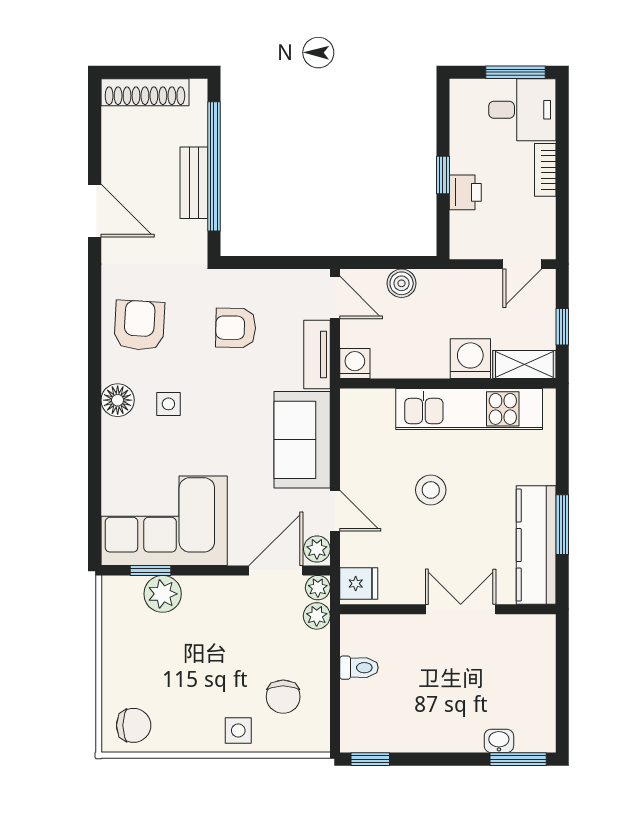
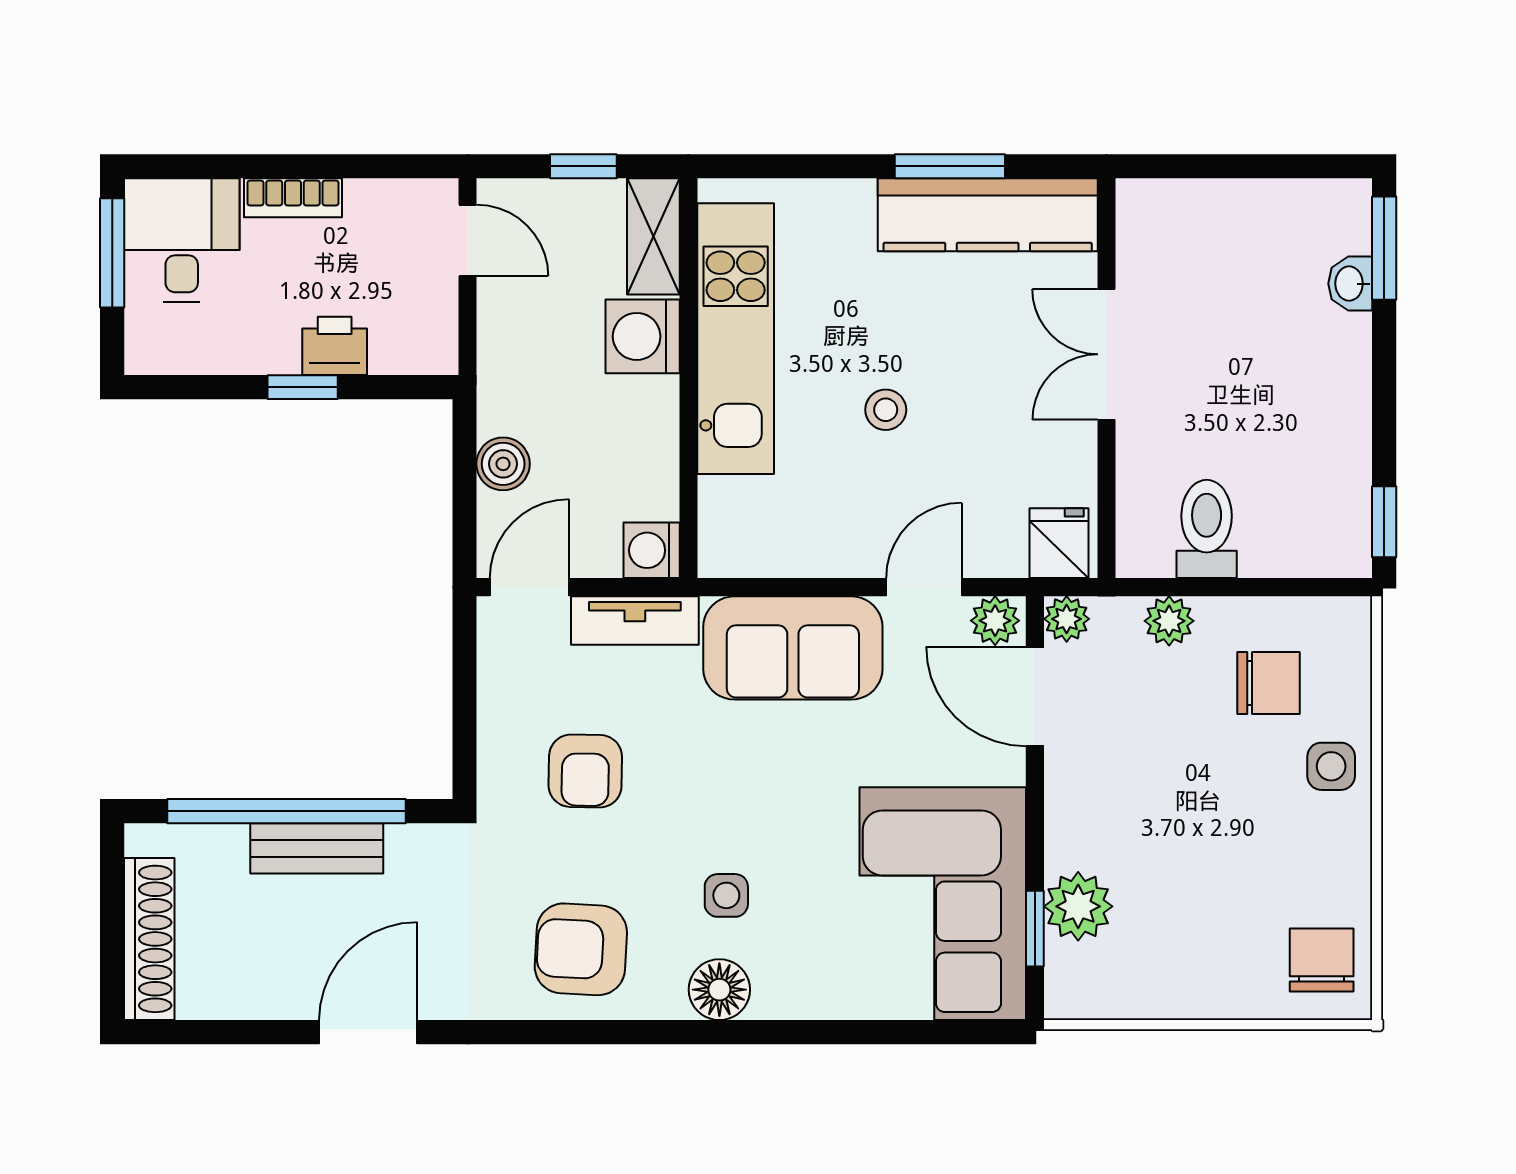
stool: (431, 490) -> (886, 410), width x0.73, depth x0.73
plant: (317, 616) -> (1169, 621), moved
toilet: (359, 668) -> (1207, 529), width x1.37, depth x1.39

